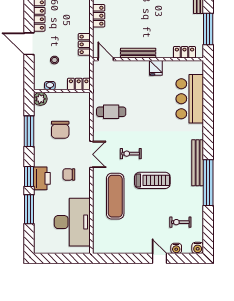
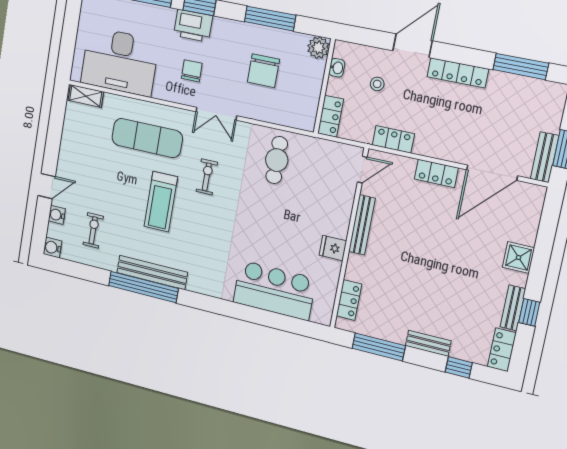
chair: (60, 130) -> (263, 71), turned -90
bench: (198, 163) -> (152, 272), moved
shelving: (98, 241) -> (86, 96), added

